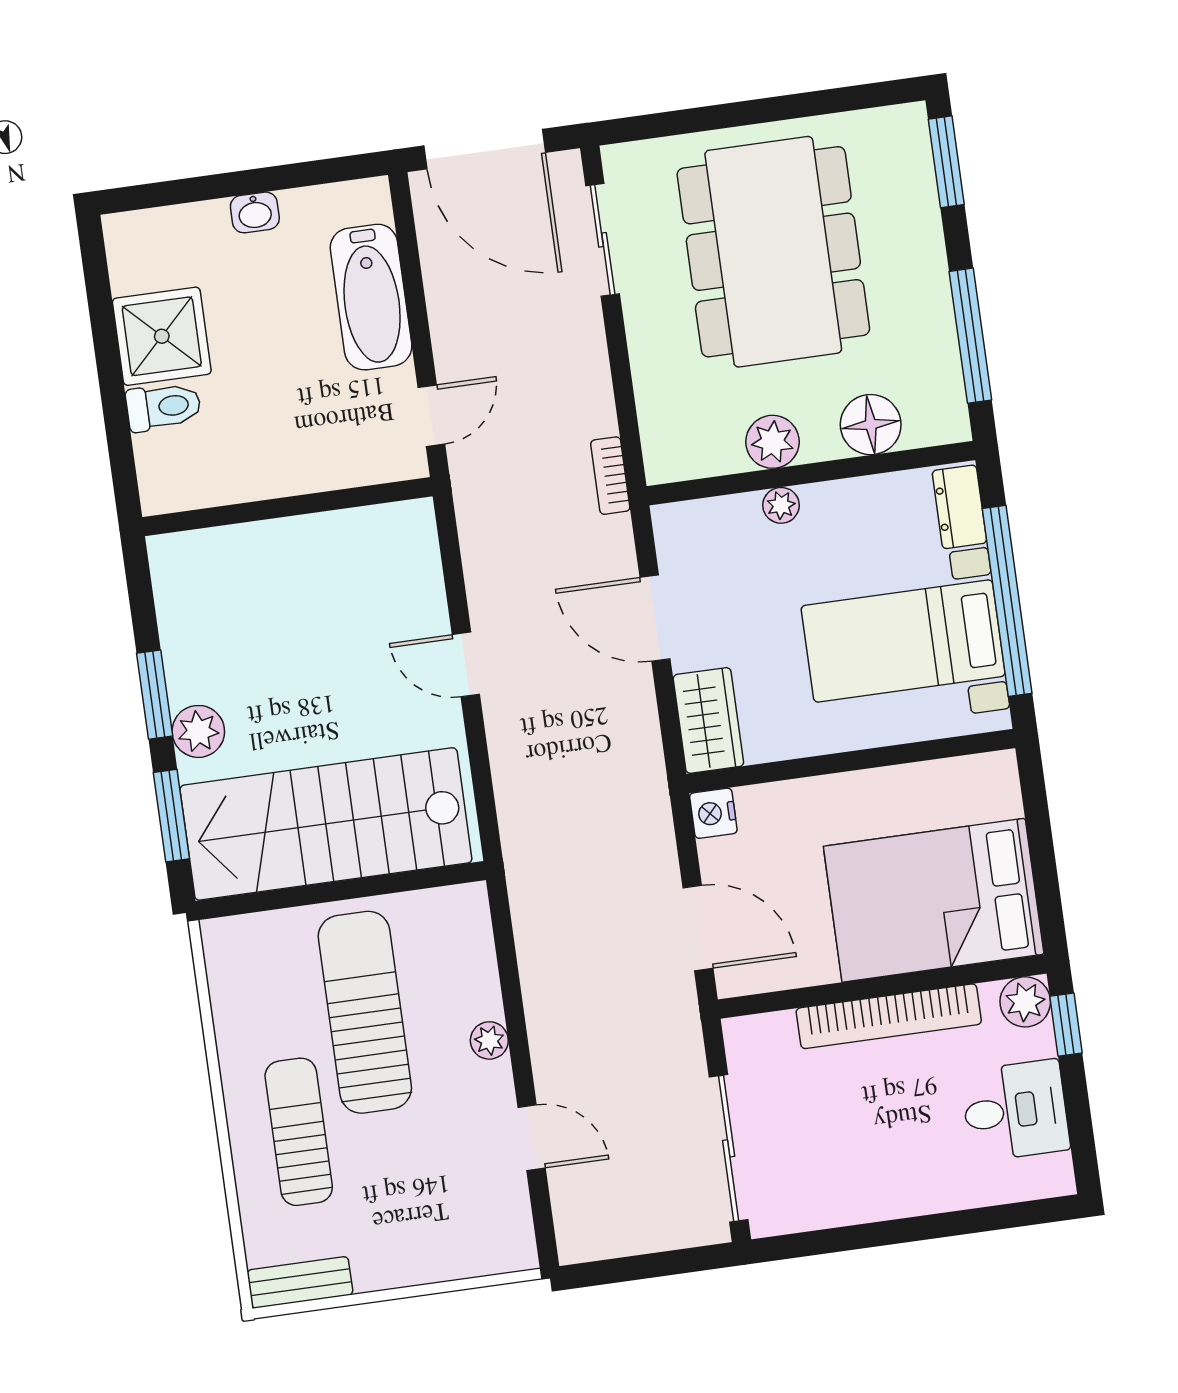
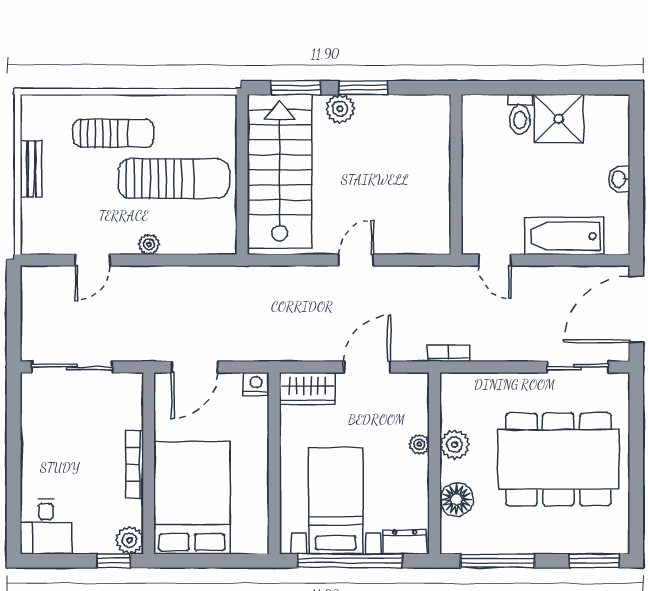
bookcase: (889, 1016) -> (135, 464), width x0.68, depth x0.76
desk: (1015, 1111) -> (46, 526), moved
bench: (300, 1282) -> (31, 169), moved

